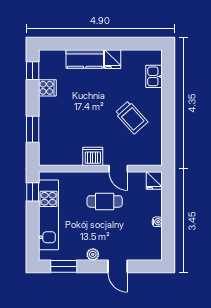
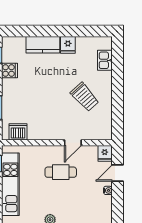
dishwasher: (93, 156) -> (18, 132), moved
door: (118, 169) -> (73, 143), hinge flipped
door: (168, 202) -> (118, 173), added

